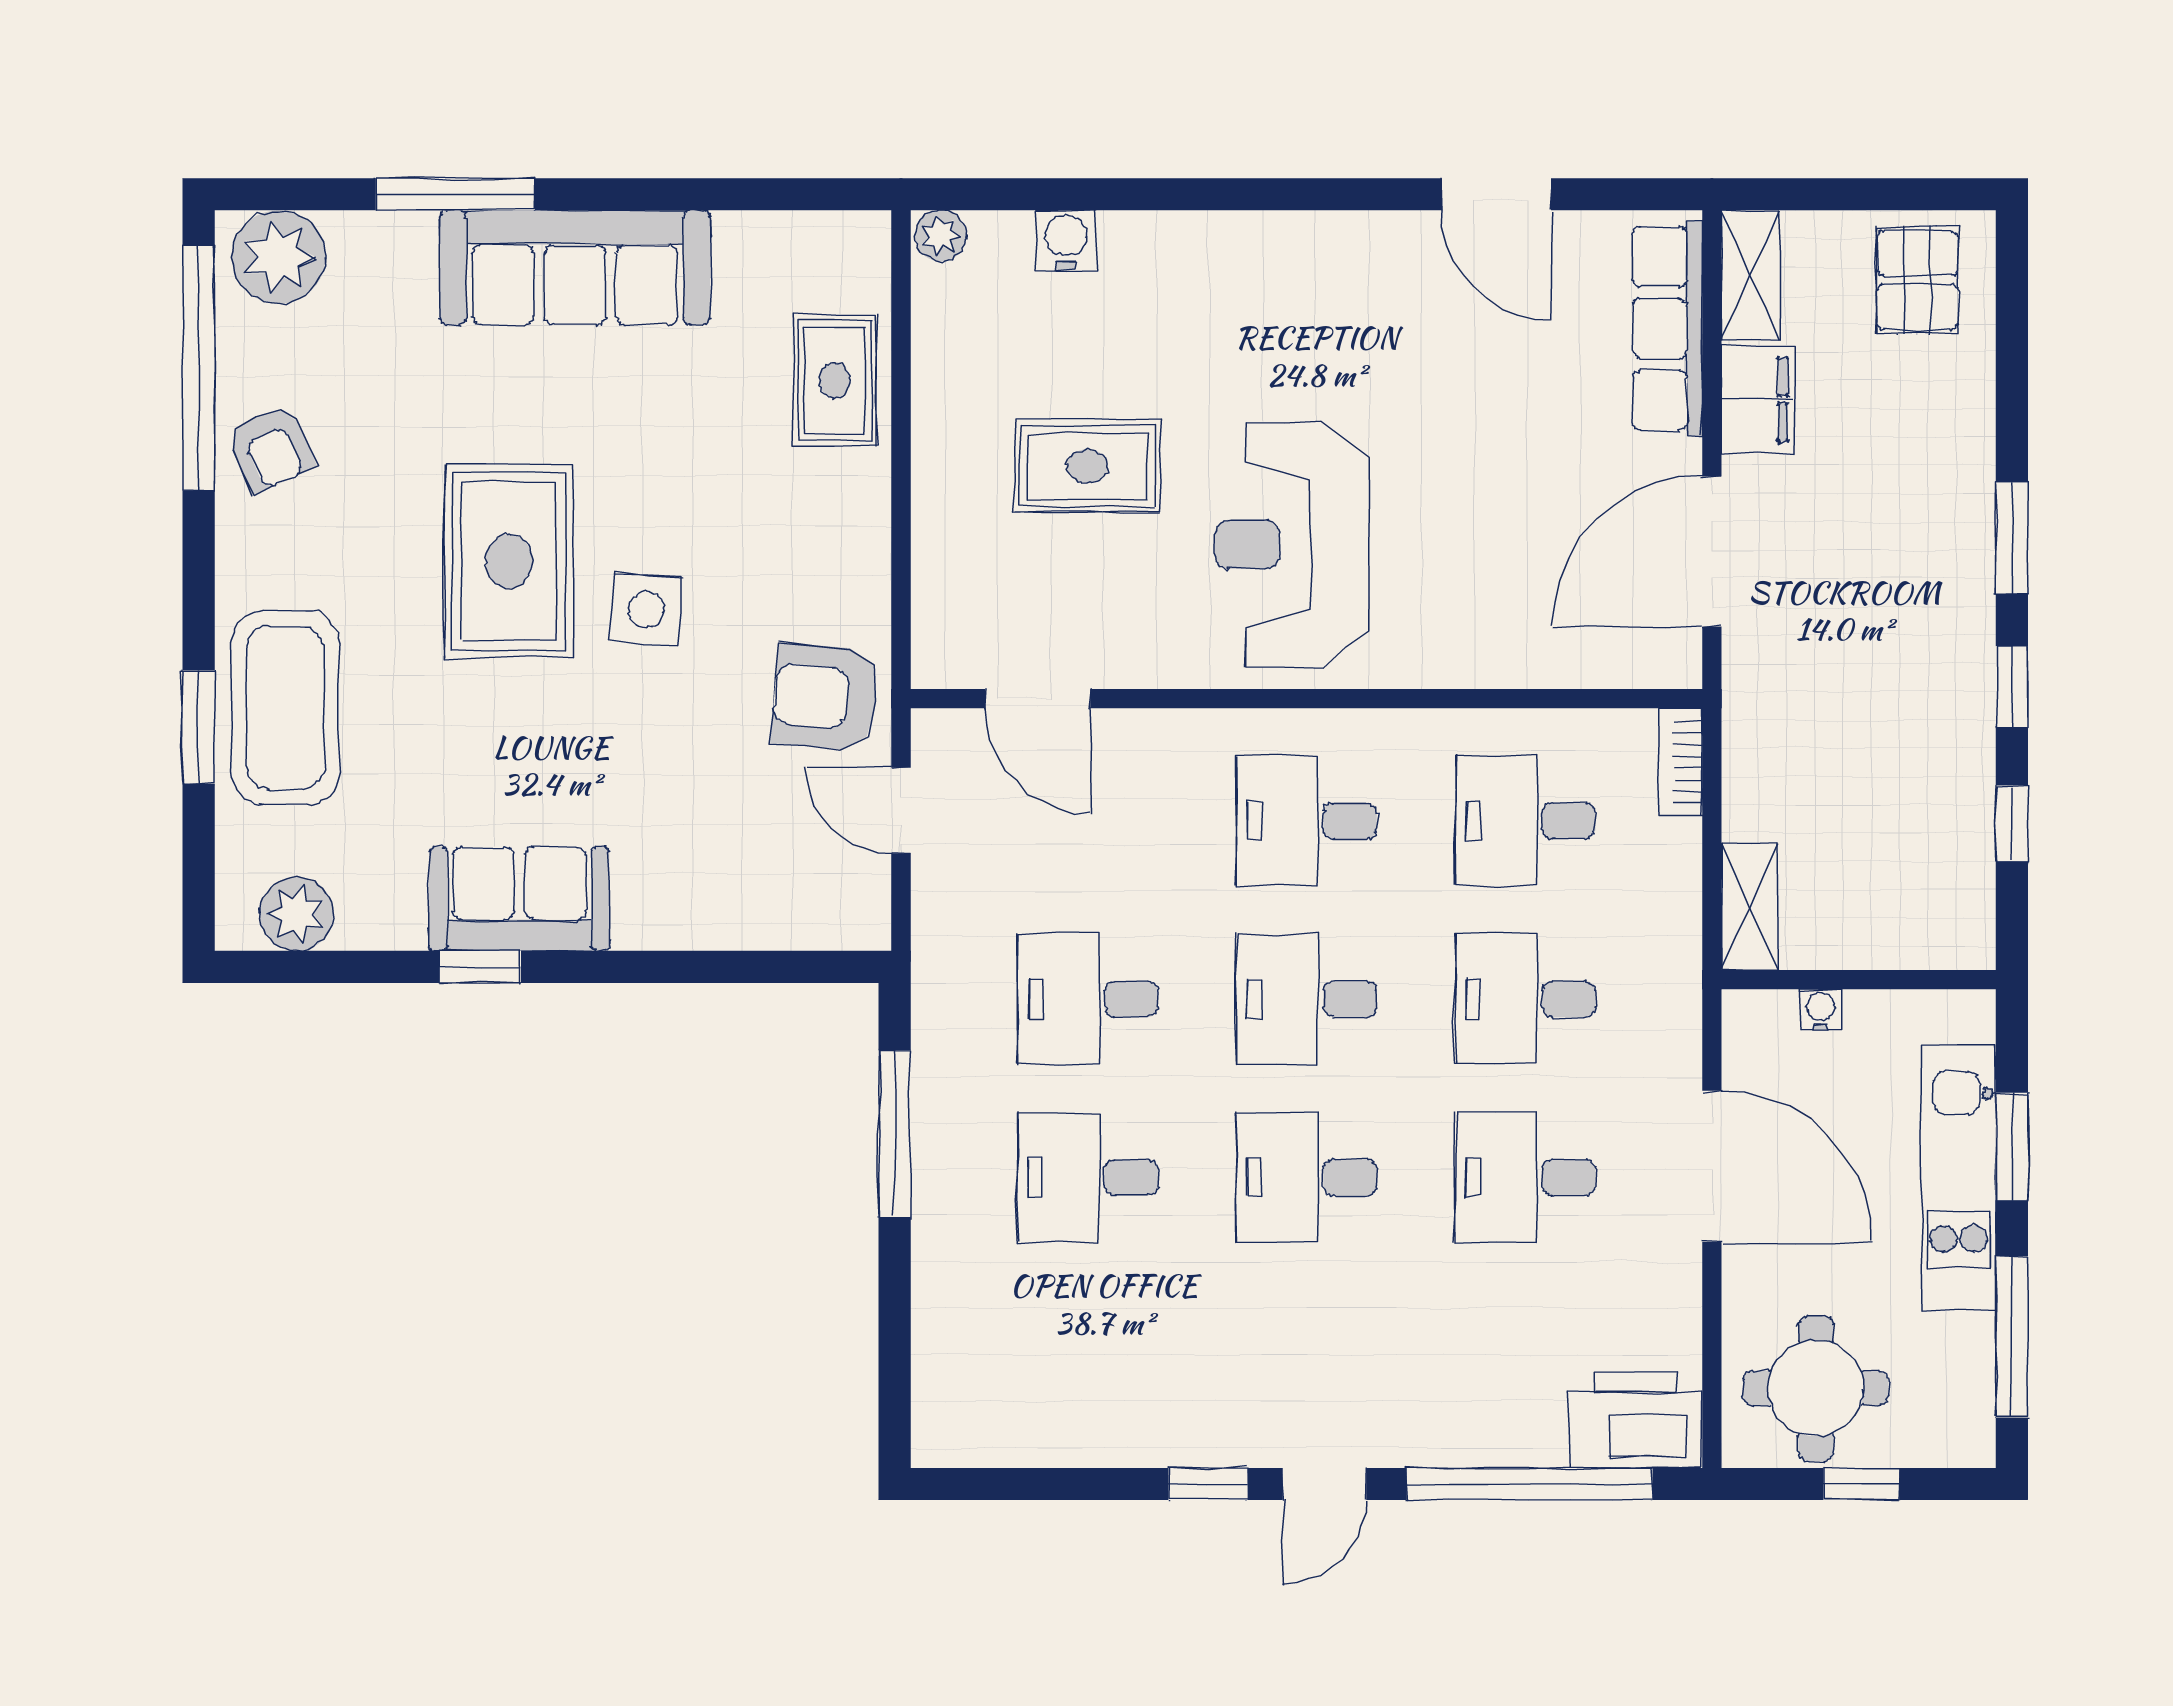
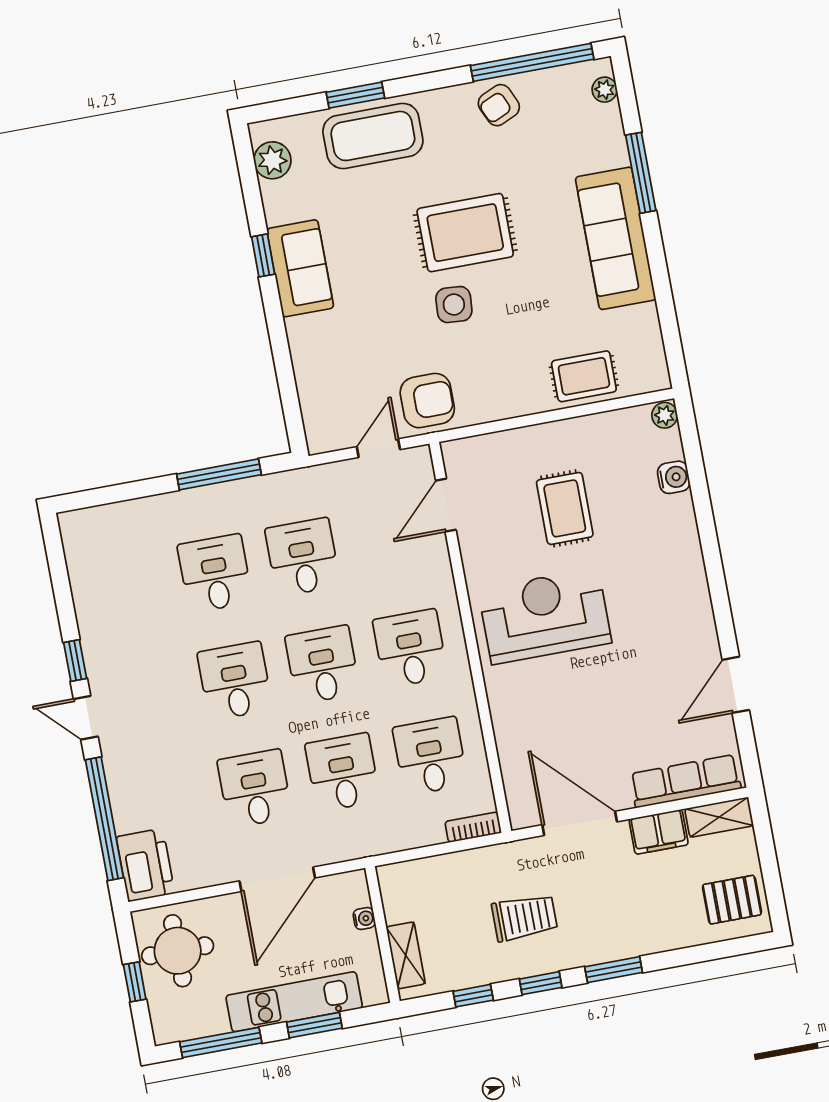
plant: (279, 257) -> (605, 90), width x0.53, depth x0.53
trolley: (1877, 694) -> (524, 918), added
armchair: (825, 697) -> (427, 401), turned 85
shelving: (1750, 907) -> (406, 955), moved, turned 90

